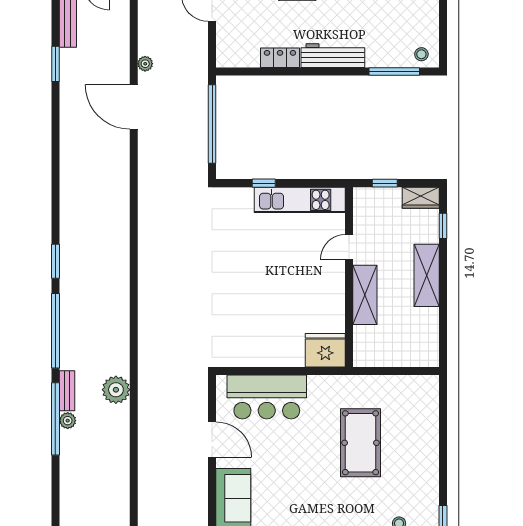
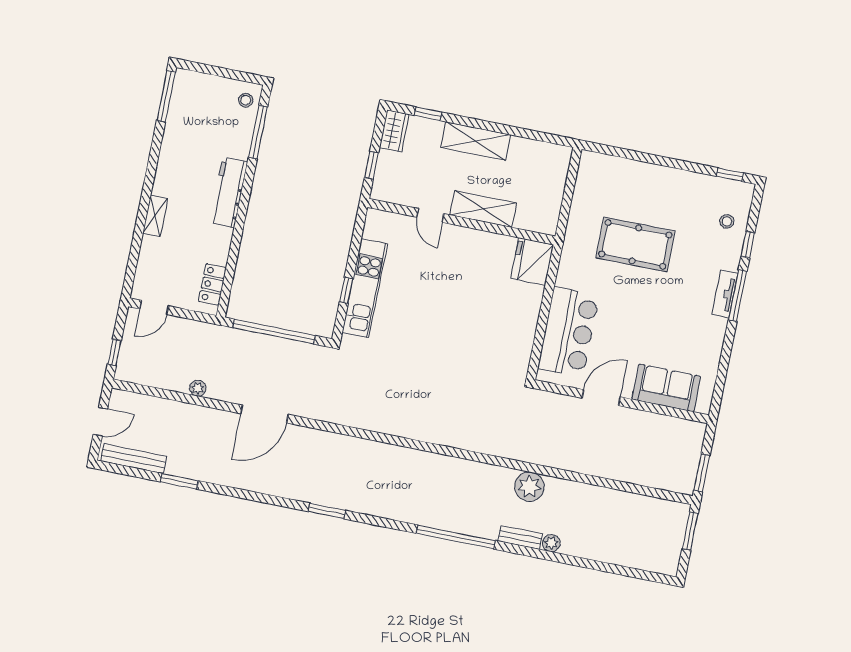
locker: (280, 58) -> (212, 284), moved
door: (134, 107) -> (264, 414), moved
kitchen unit: (300, 200) -> (365, 288), moved
window: (55, 261) -> (327, 511), moved
window: (55, 419) -> (547, 555), removed

